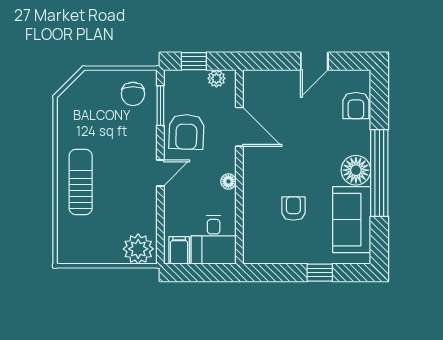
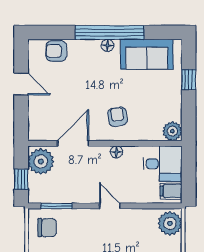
plant: (216, 78) -> (41, 161), width x1.87, depth x1.87
armchair: (356, 106) -> (56, 51), turned 180
armchair: (186, 132) -> (77, 185), removed
floor lamp: (356, 170) -> (108, 45), width x0.53, depth x0.53
armchair: (293, 209) -> (118, 117), moved, turned 81
plant: (255, 252) -> (172, 131), added

